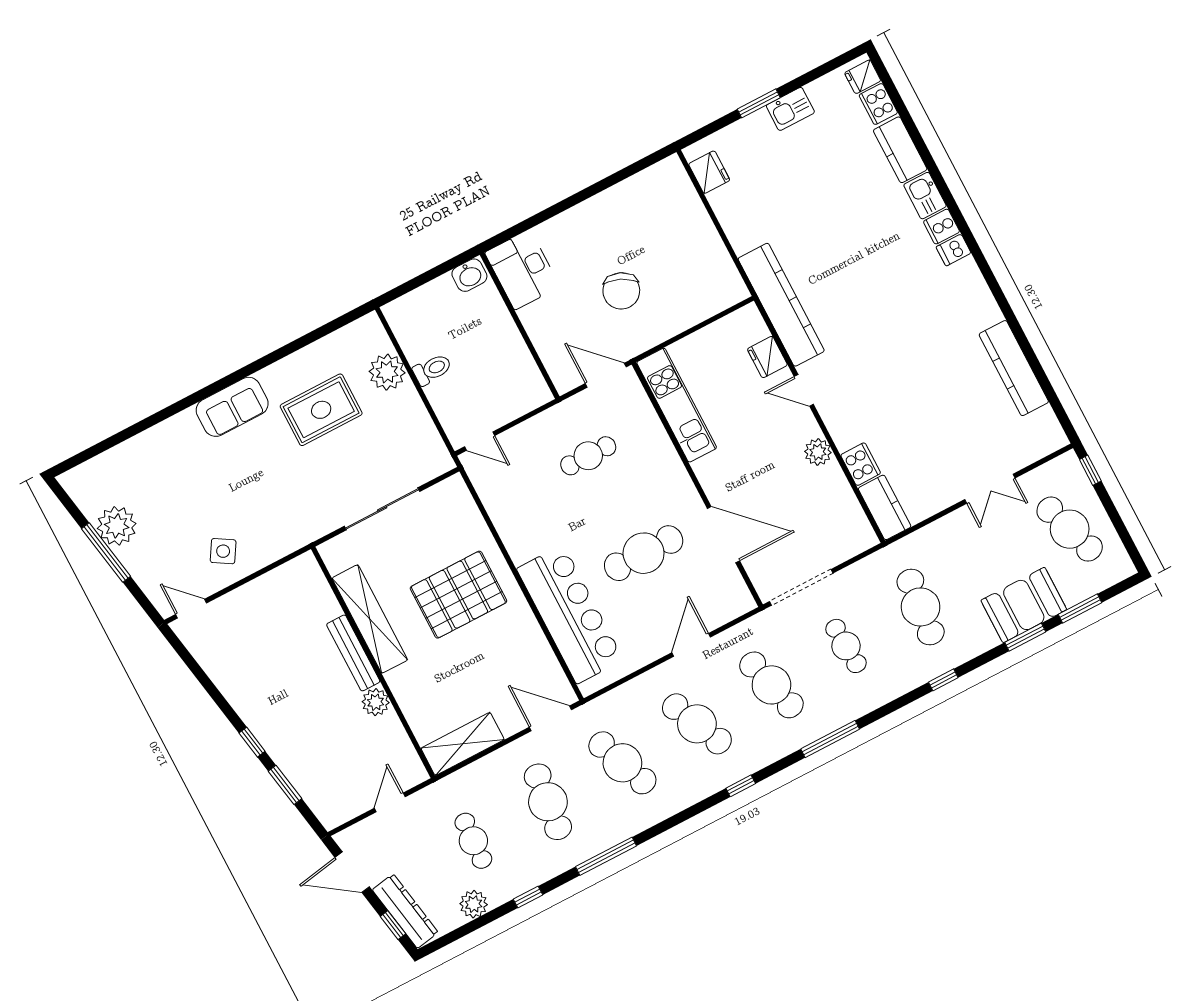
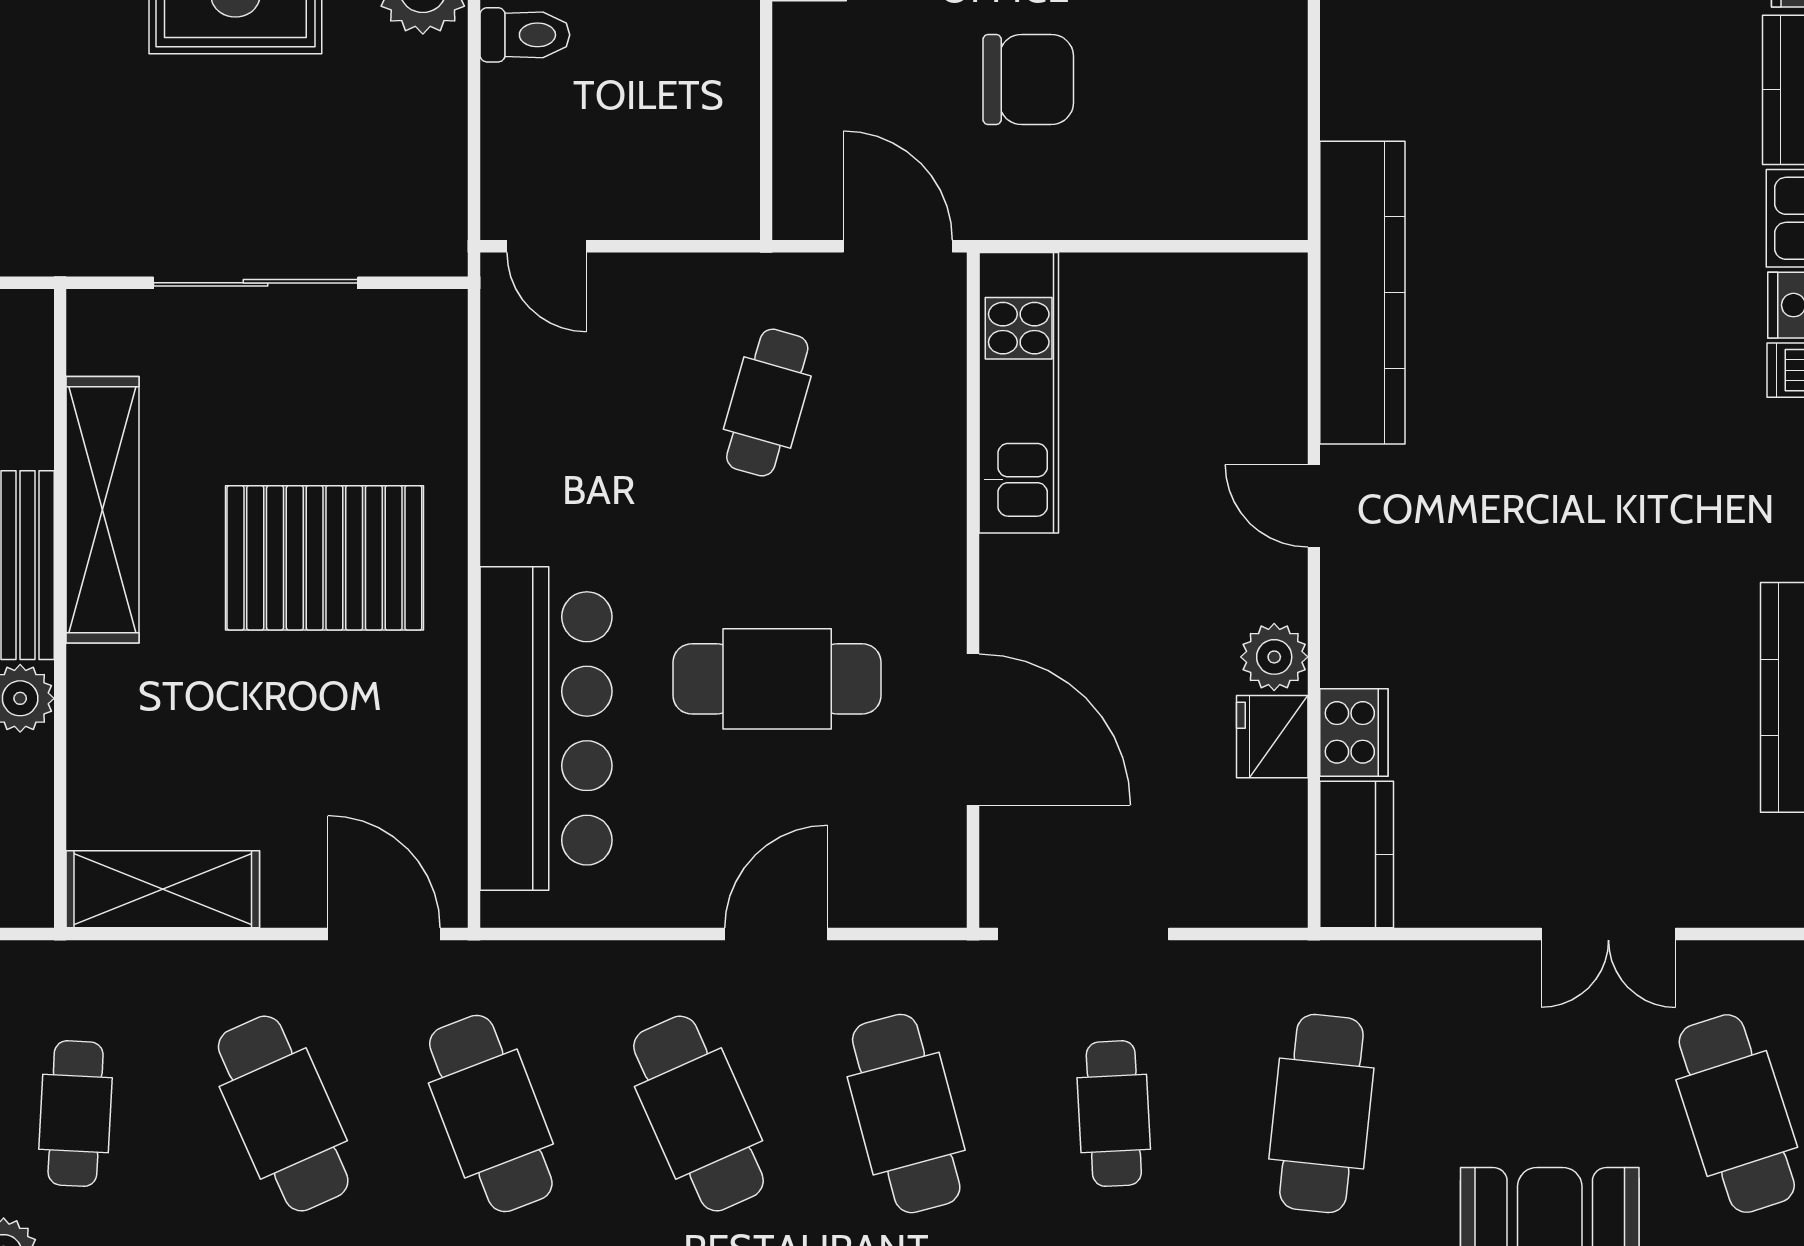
chair: (621, 291) -> (1028, 79), turned -114
fridge: (767, 357) -> (1272, 737), moved
cafe table: (588, 456) -> (767, 403), turned -74
cafe table: (548, 802) -> (283, 1114), turned -30

